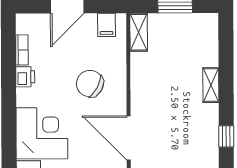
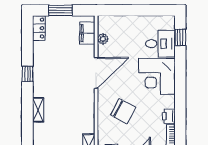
door: (129, 138) -> (96, 73), hinge flipped

